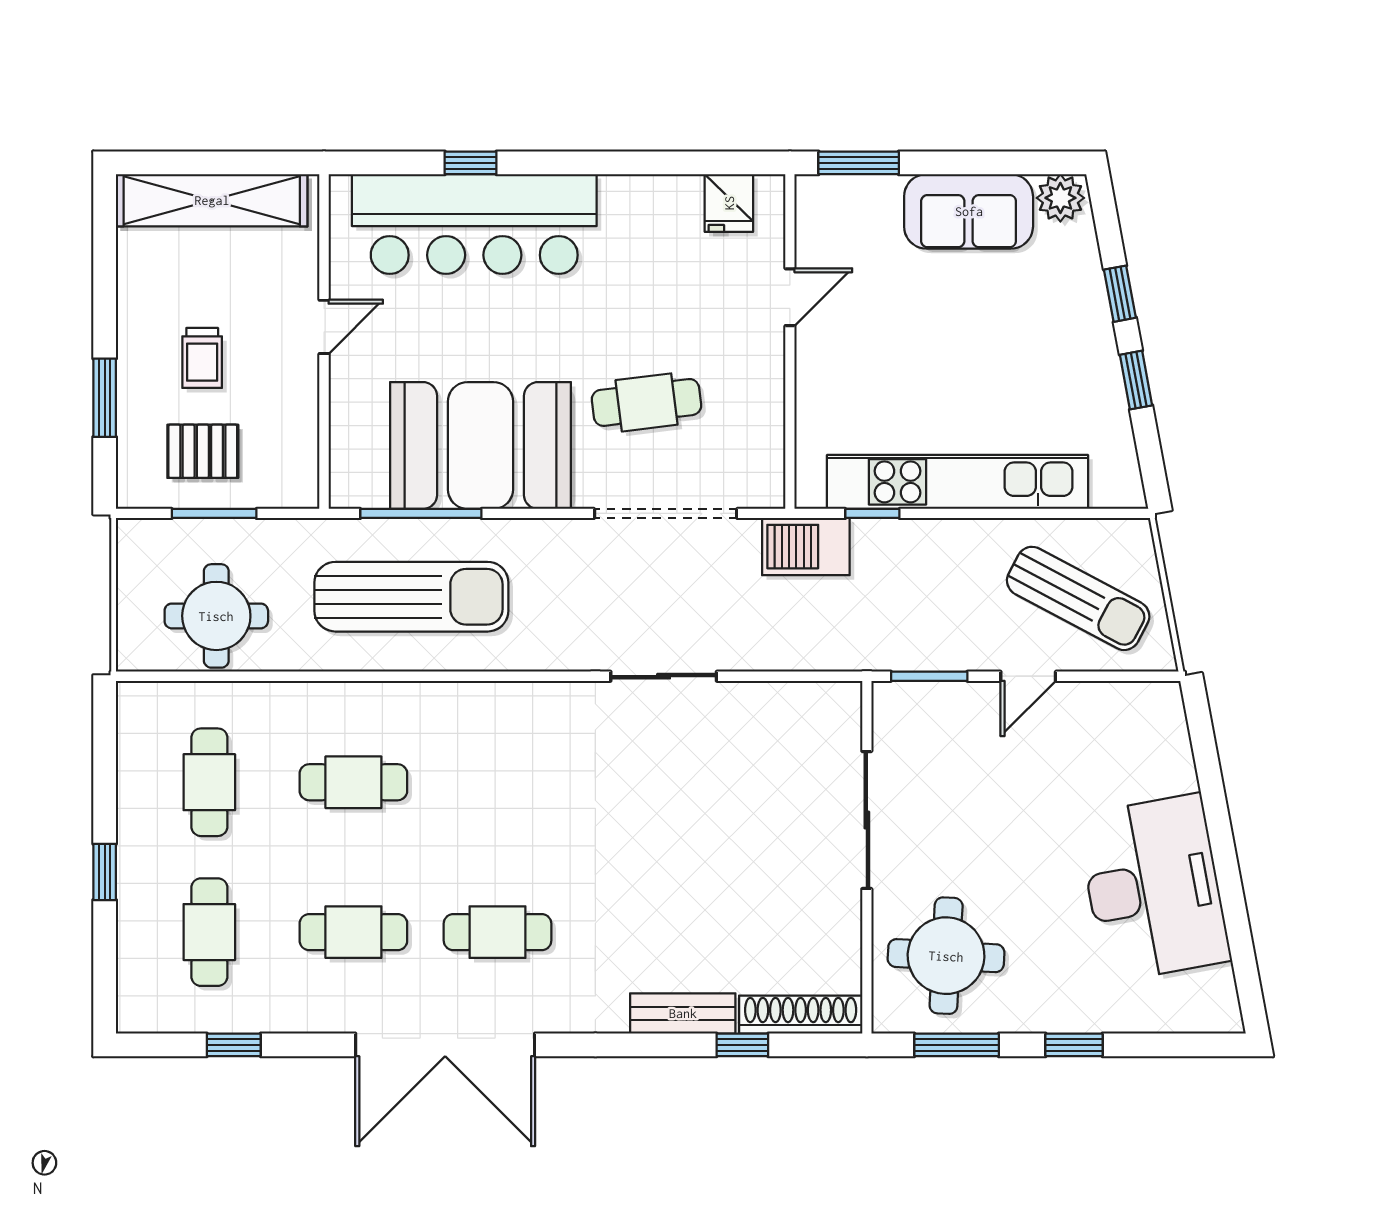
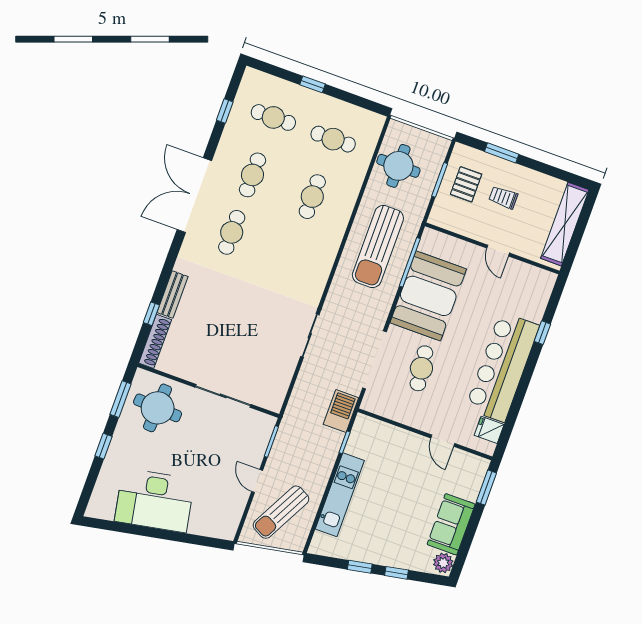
bar counter: (474, 224) -> (502, 367), moved
kitchen unit: (958, 482) -> (340, 495), width x0.73

